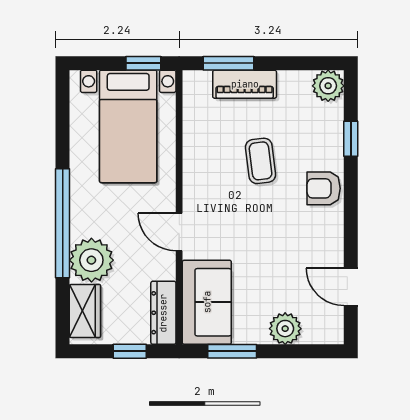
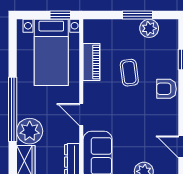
window: (228, 63) -> (137, 15), moved
piano: (245, 84) -> (92, 62), moved, turned -90
plant: (328, 86) -> (149, 28), moved

